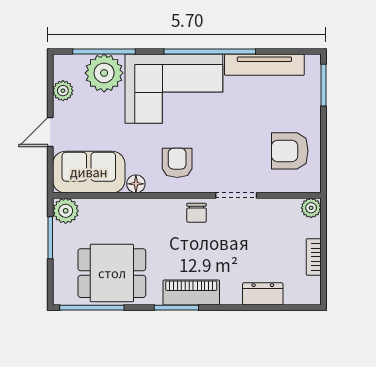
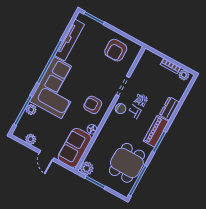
plant: (104, 73) -> (31, 109), width x0.53, depth x0.53
plant: (311, 208) -> (184, 75), moved
dresser: (263, 294) -> (169, 109), moved

